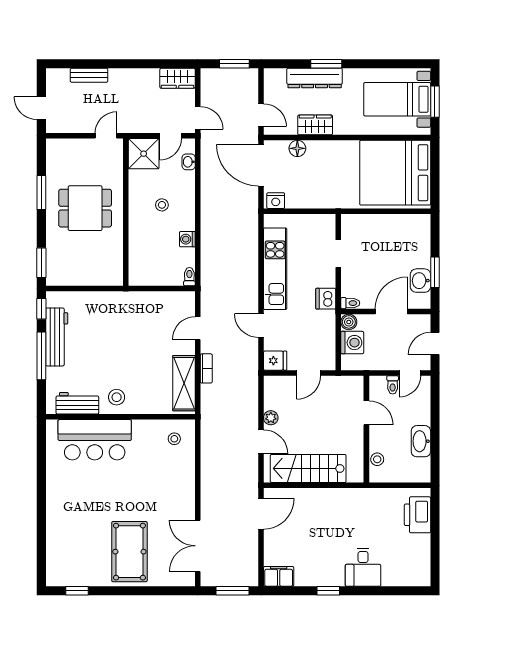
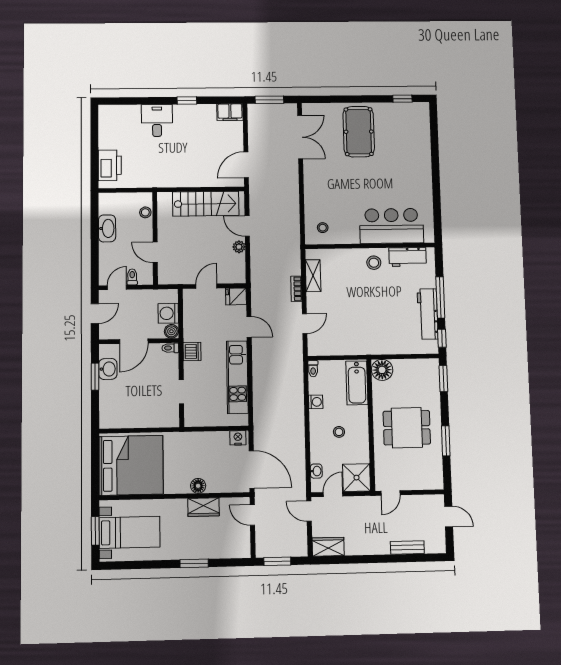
dresser: (315, 78) -> (205, 550), removed
floor lamp: (297, 148) -> (198, 486), moved
bathtub: (140, 260) -> (357, 383), added
floor lamp: (111, 274) -> (382, 370), added
shelving: (184, 383) -> (313, 276), width x0.67, depth x0.75

